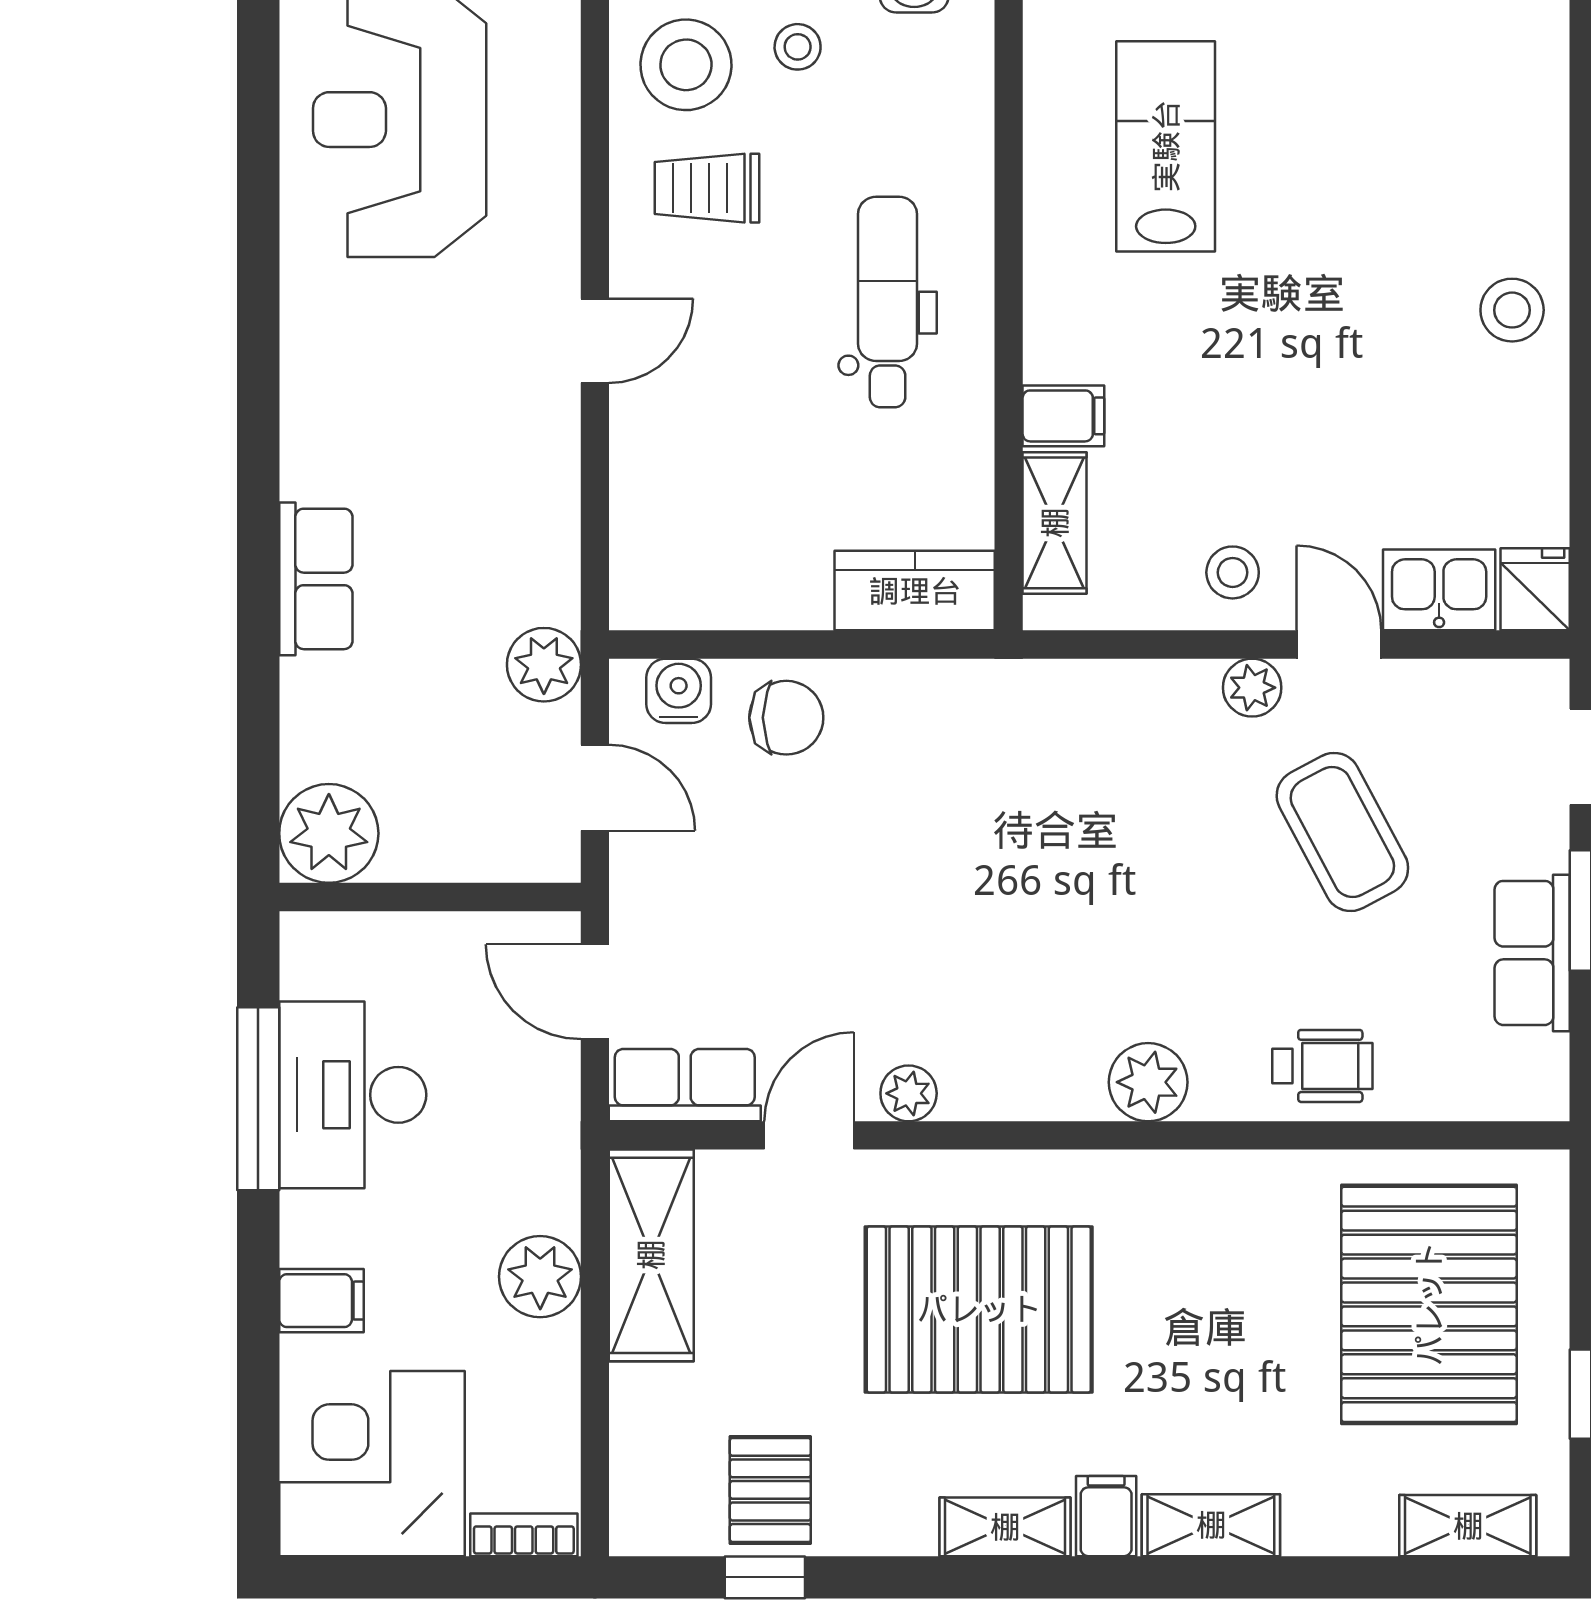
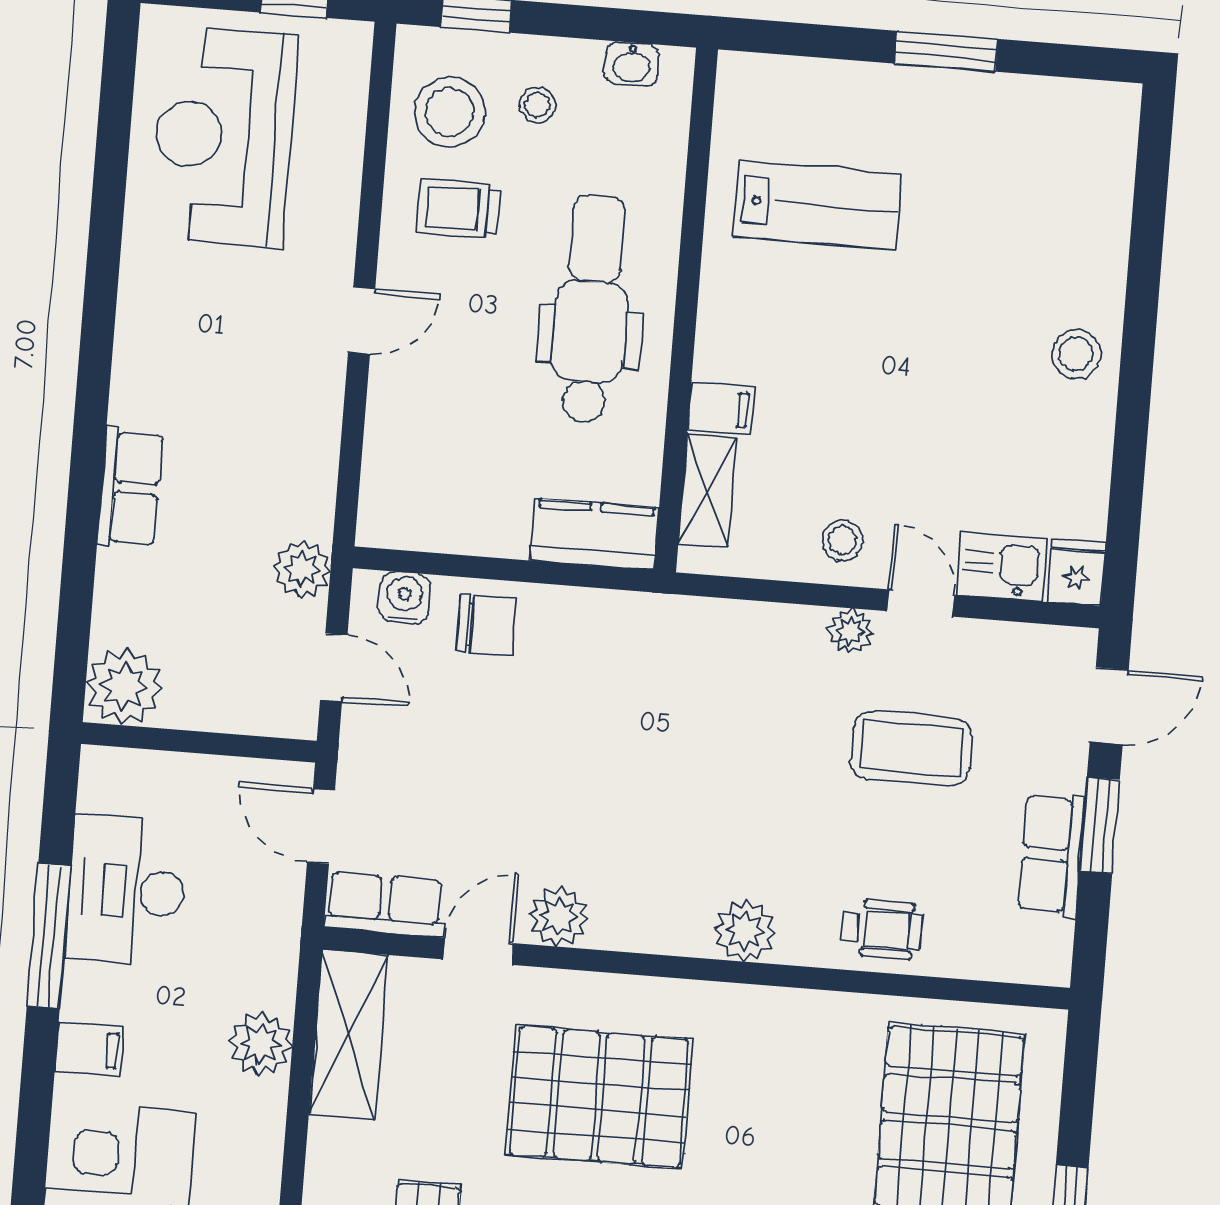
lab bench: (1166, 146) -> (817, 205), turned 90
dental chair: (888, 302) -> (591, 309), width x1.36, depth x1.38
coffee table: (1342, 832) -> (912, 749), turned -62
plant: (909, 1093) -> (559, 917), width x1.38, depth x1.38
window: (258, 1099) -> (49, 936), moved

